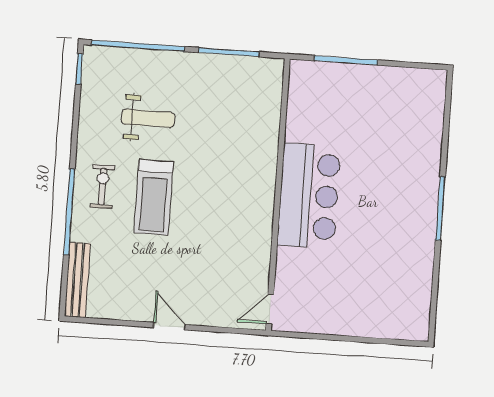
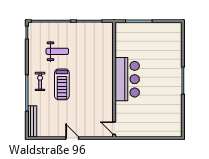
door: (270, 309) -> (114, 128), hinge flipped

